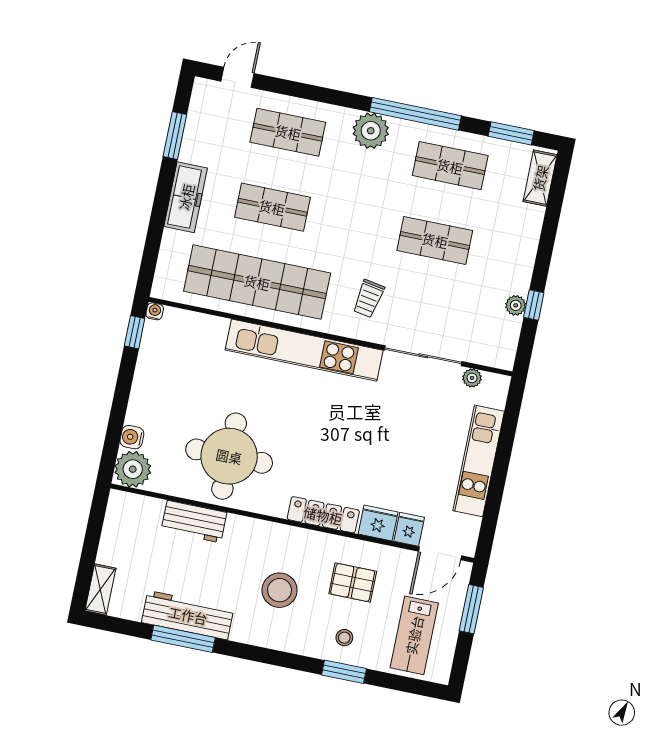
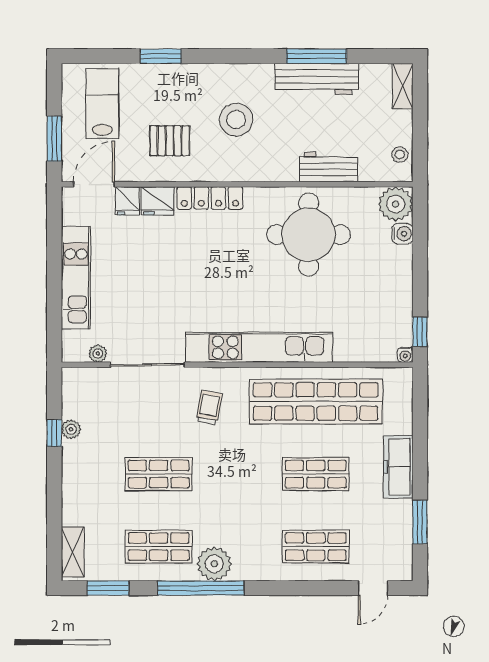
plant: (371, 131) -> (214, 564), moved
stool: (344, 638) -> (400, 155), moved

